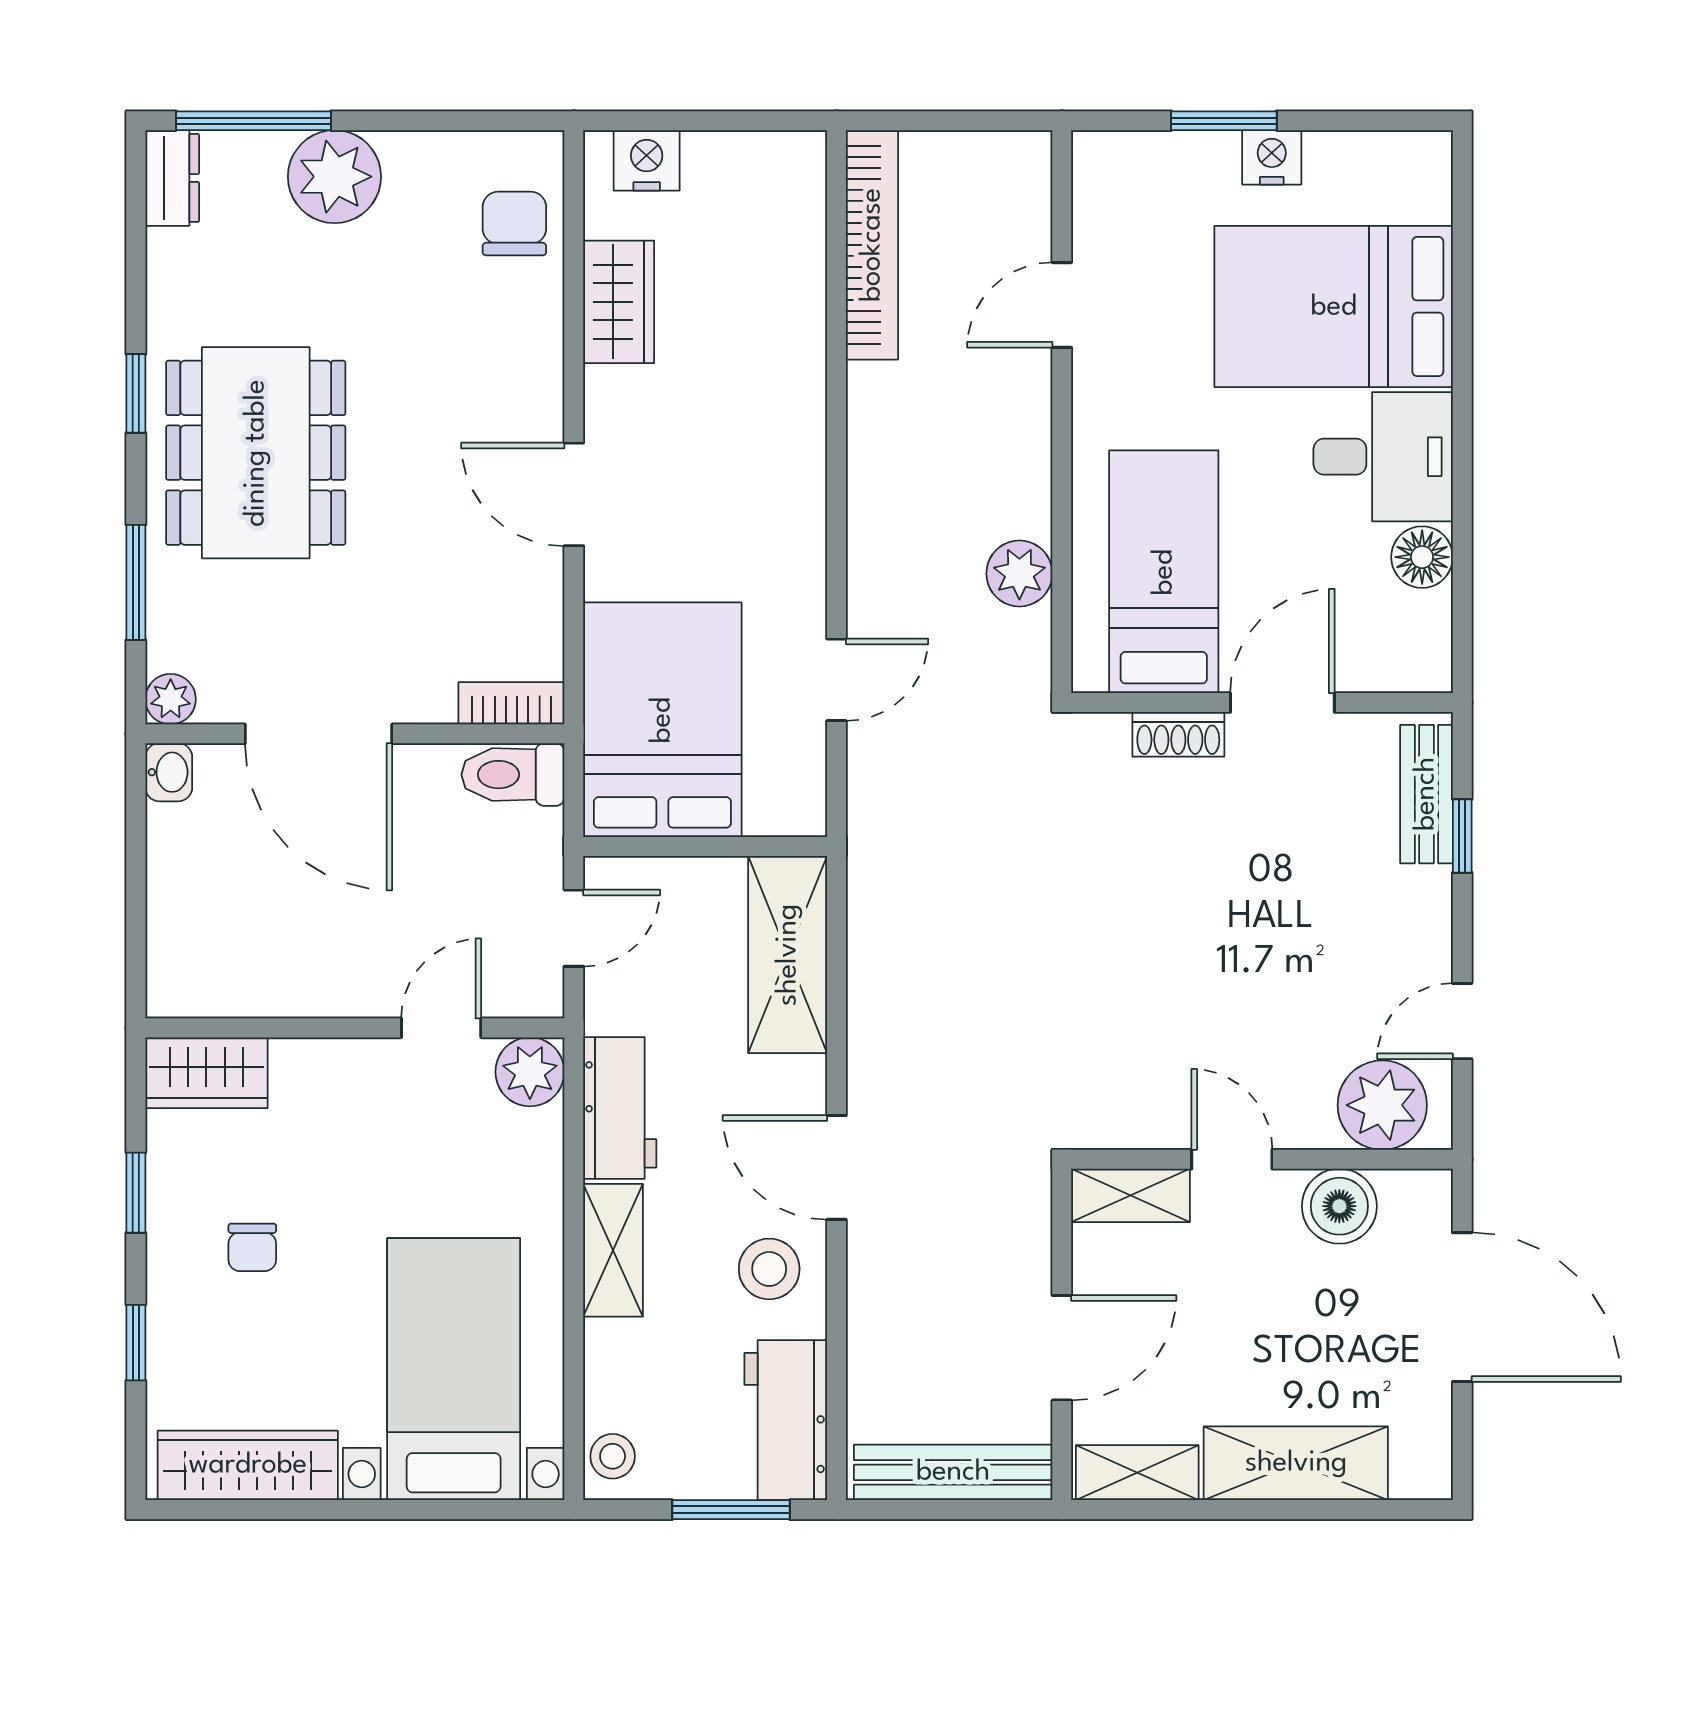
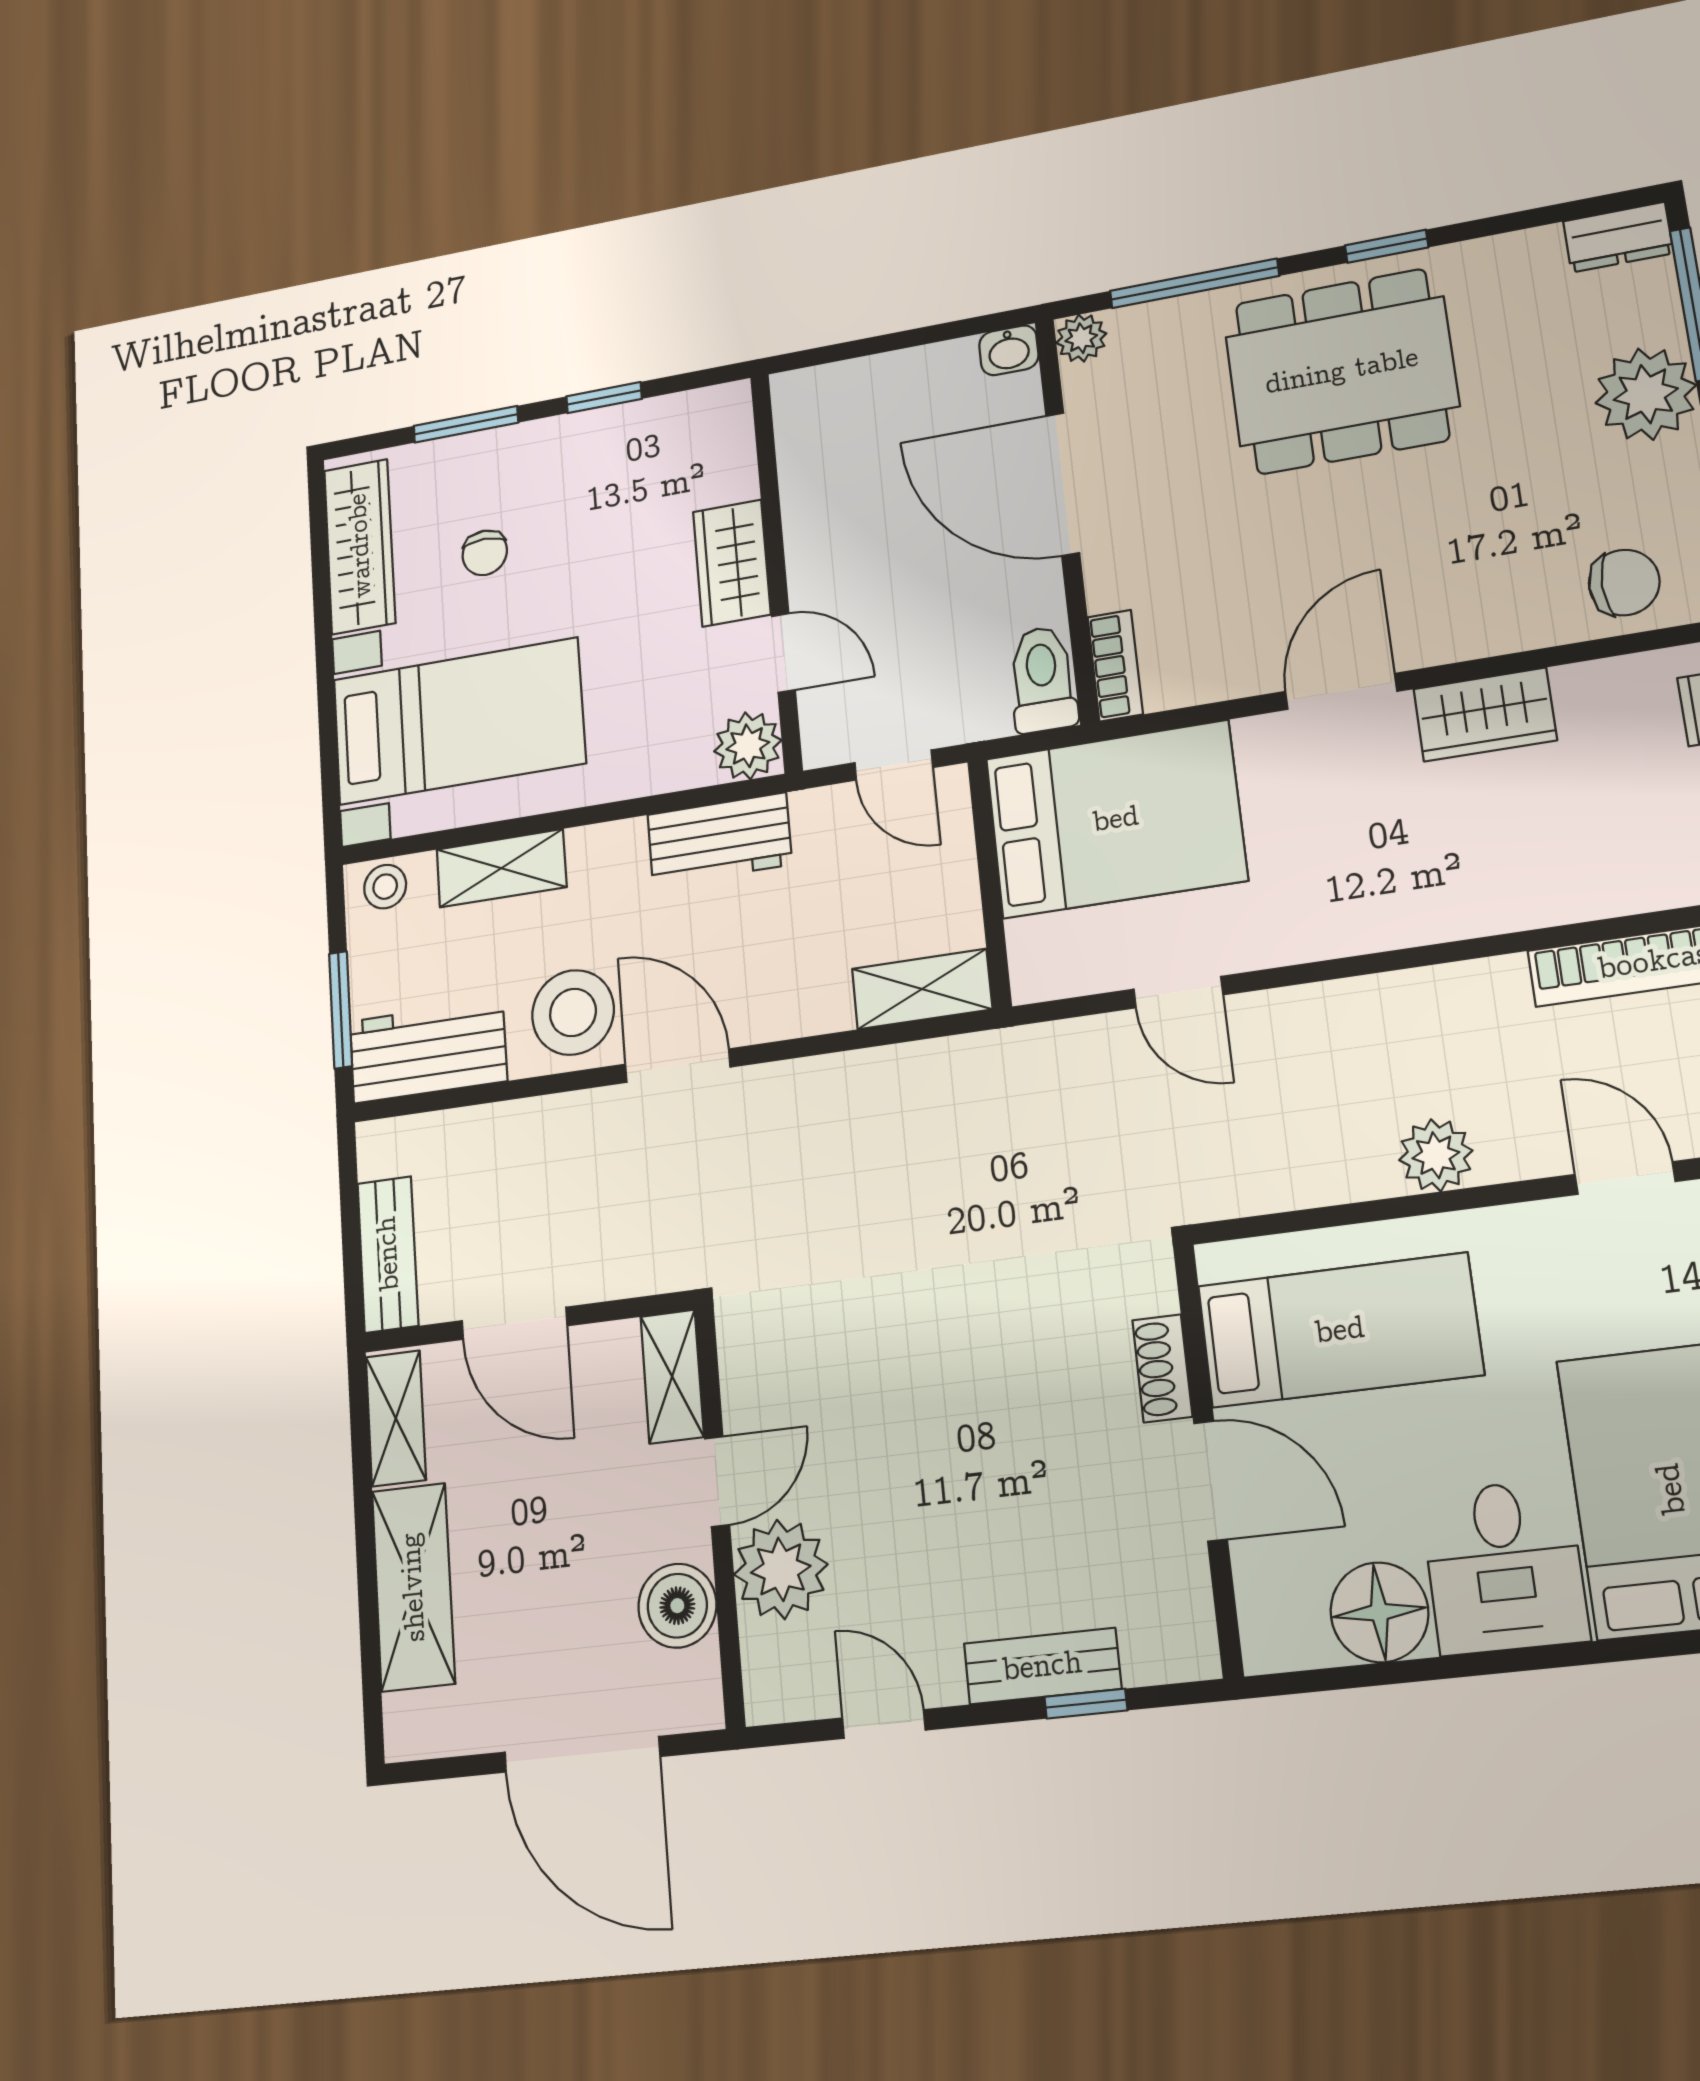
wardrobe: (619, 302) -> (1485, 715), moved
floor lamp: (1422, 557) -> (1379, 1612), width x1.38, depth x1.38
plant: (1019, 573) -> (1436, 1155), moved
window: (136, 582) -> (1194, 283), width x1.44
door: (319, 734) -> (1063, 484), hinge flipped
bench: (1426, 794) -> (1042, 1666), moved
shelving: (788, 955) -> (922, 989), width x0.67, depth x0.75
wardrobe: (206, 1073) -> (732, 563), moved
plant: (1382, 1105) -> (781, 1569), moved
door: (837, 1167) -> (678, 1066), hinge flipped
chair: (252, 1247) -> (485, 553), moved, turned -90
shelving: (613, 1250) -> (501, 868), moved
stool: (769, 1269) -> (573, 1012), width x1.38, depth x1.38
door: (1462, 1307) -> (582, 1754), hinge flipped
window: (136, 1343) -> (466, 424), width x1.50
bench: (953, 1472) -> (388, 1254), width x0.73

